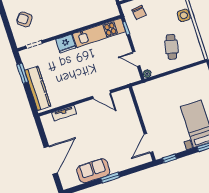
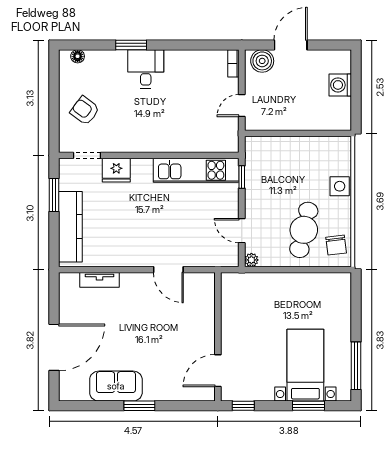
chair: (139, 13) -> (336, 245), moved
fridge: (66, 44) -> (116, 170), moved
cafe table: (171, 47) -> (304, 230), width x1.37, depth x1.35

